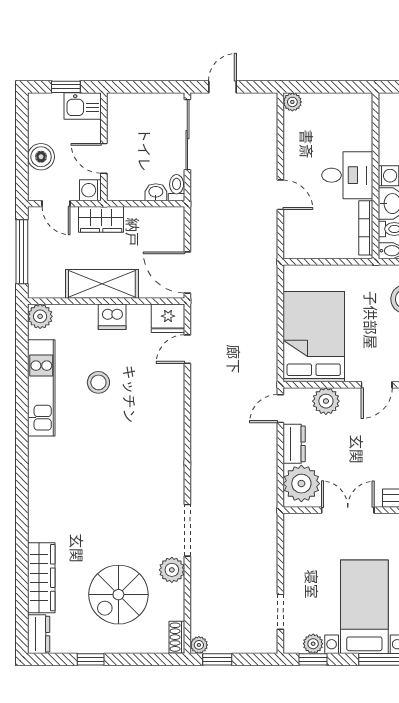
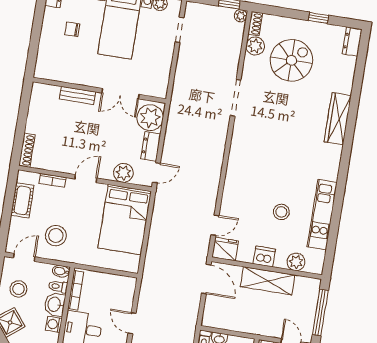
wardrobe: (101, 219) -> (261, 326), removed
plant: (40, 316) -> (296, 262), moved
plant: (172, 570) -> (255, 46), moved
wardrobe: (41, 578) -> (338, 119), moved

